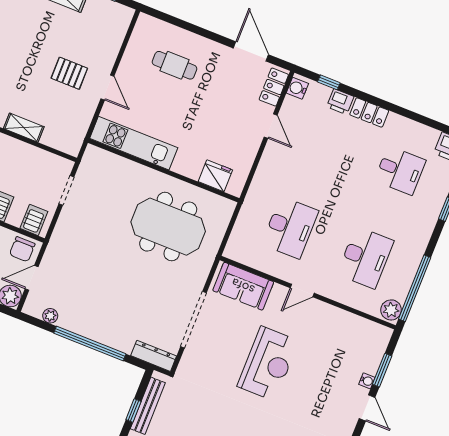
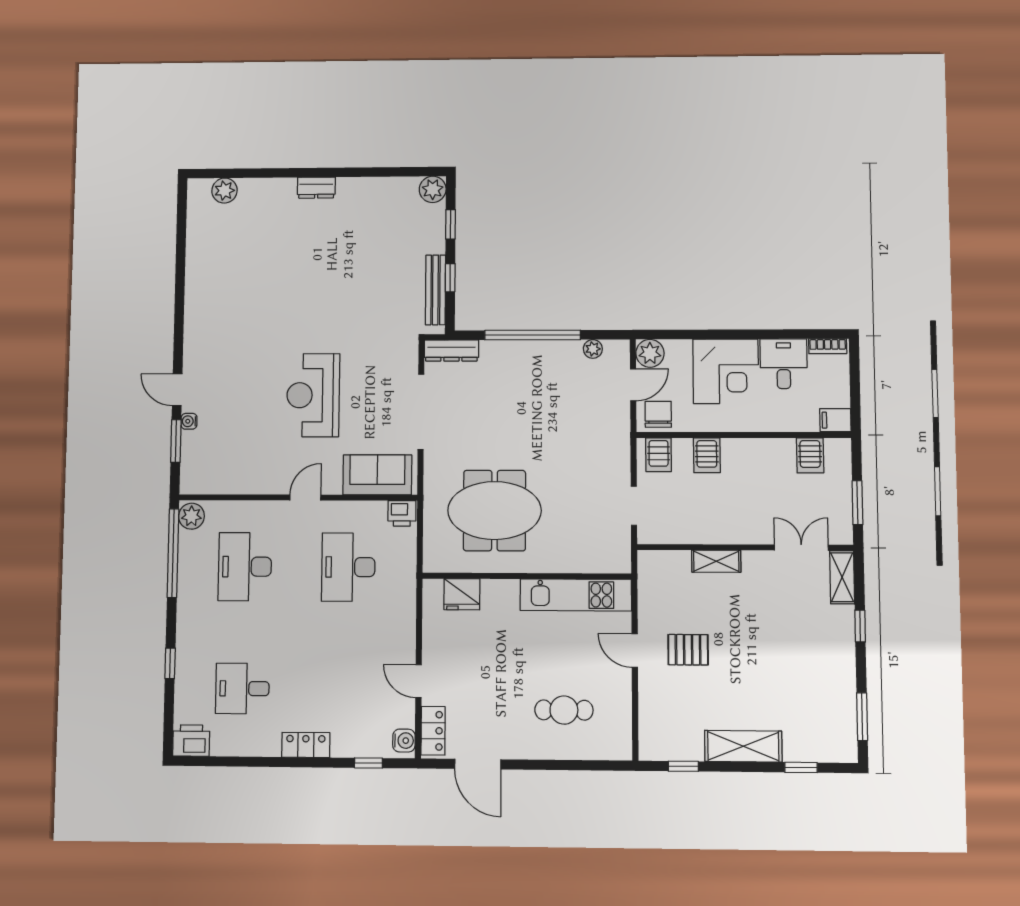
printer: (340, 102) -> (402, 513), moved, turned 180

